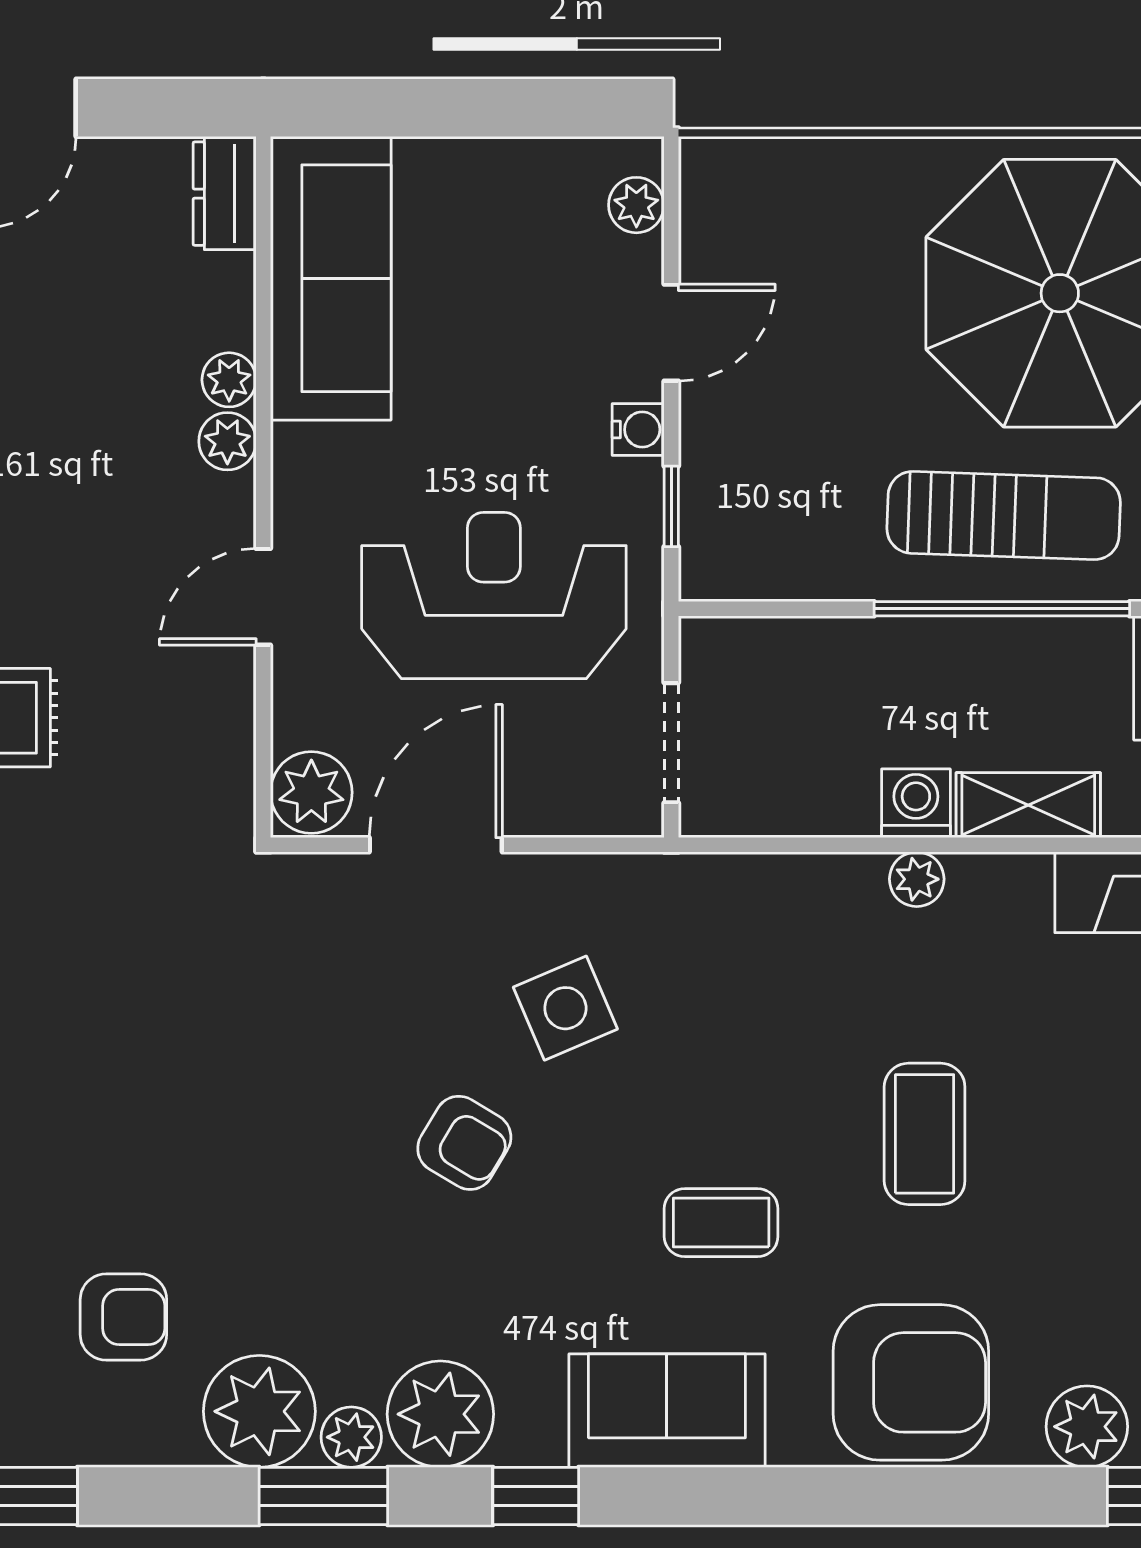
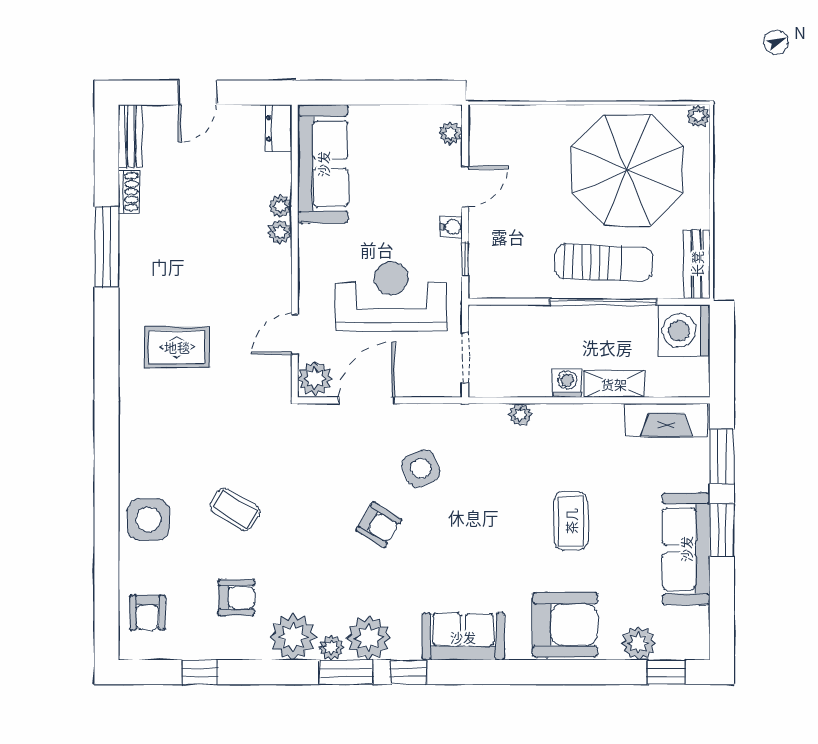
door: (263, 597) -> (295, 334), moved
plant: (917, 879) -> (520, 415), moved
coffee table: (721, 1223) -> (235, 509), moved, turned 31
window: (323, 1496) -> (346, 672), moved

